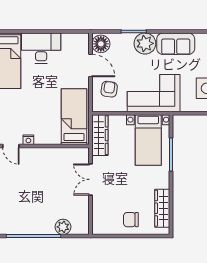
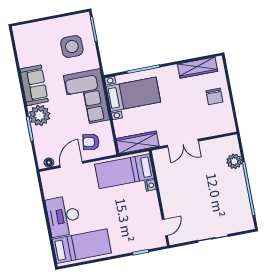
floor lamp: (101, 44) -> (49, 163), width x0.53, depth x0.53
nightstand: (28, 140) -> (150, 185), moved

